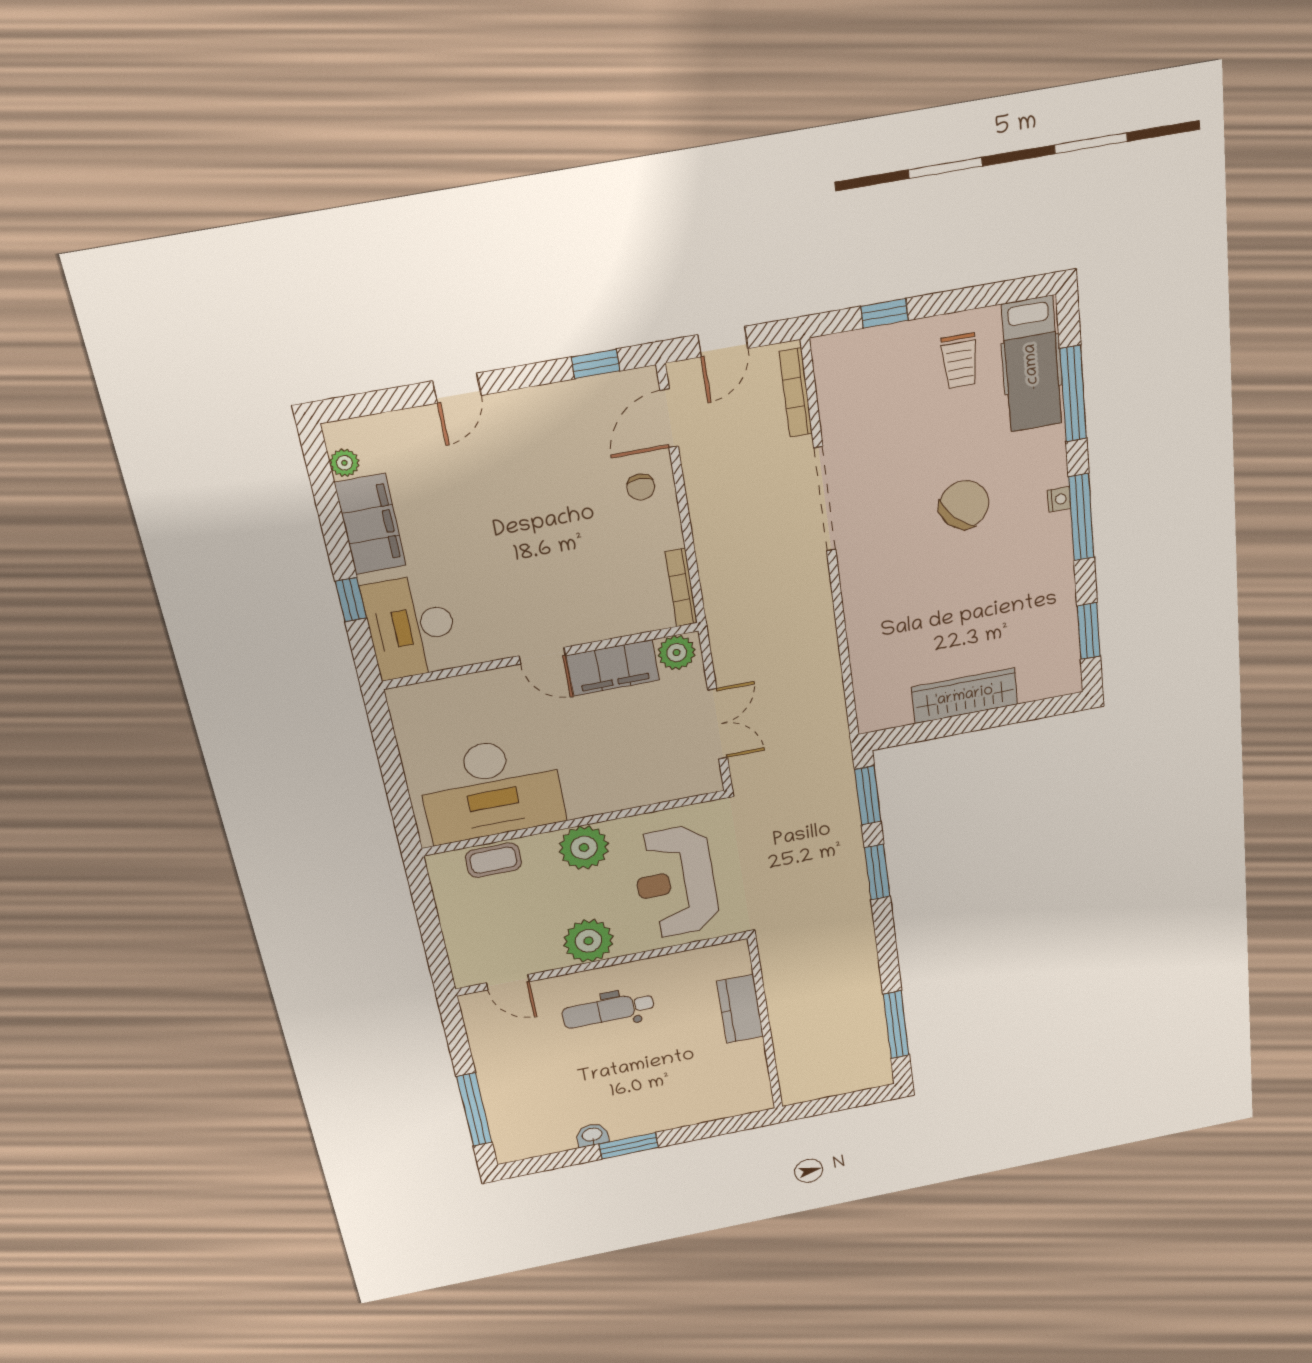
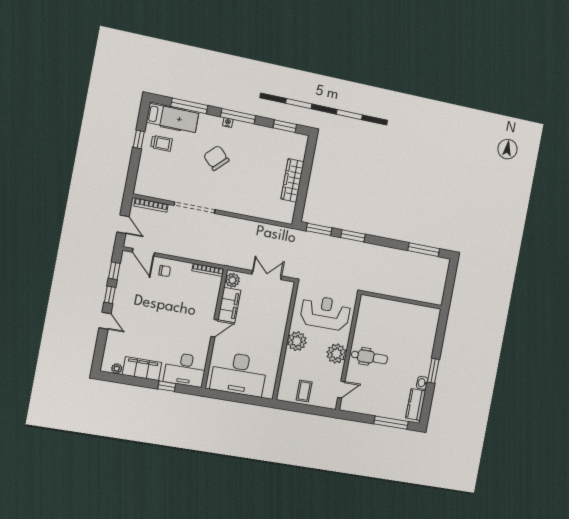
window: (885, 313) -> (139, 139), moved
window: (529, 376) -> (110, 295), added
desk: (491, 789) -> (239, 374), moved, turned 90
coffee table: (493, 860) -> (304, 391), moved
reception desk: (676, 882) -> (325, 313), turned 180
kitchen counter: (740, 1009) -> (416, 405), moved, turned 90
dental chair: (608, 1010) -> (369, 357), turned -90

